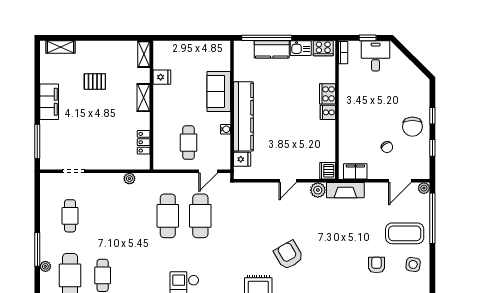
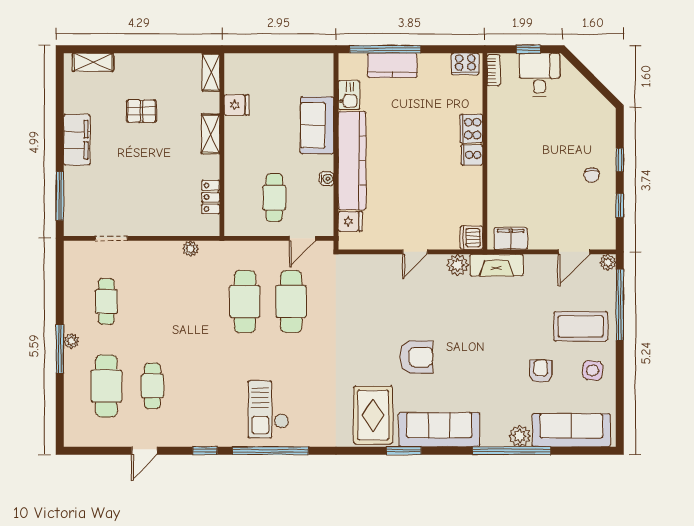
kitchen sink: (301, 48) -> (349, 95), moved, turned -90
chair: (412, 127) -> (592, 175), width x0.54, depth x0.54
chair: (387, 147) -> (556, 204), removed
armchair: (289, 255) -> (416, 357), turned 120
plant: (45, 266) -> (71, 341), moved

